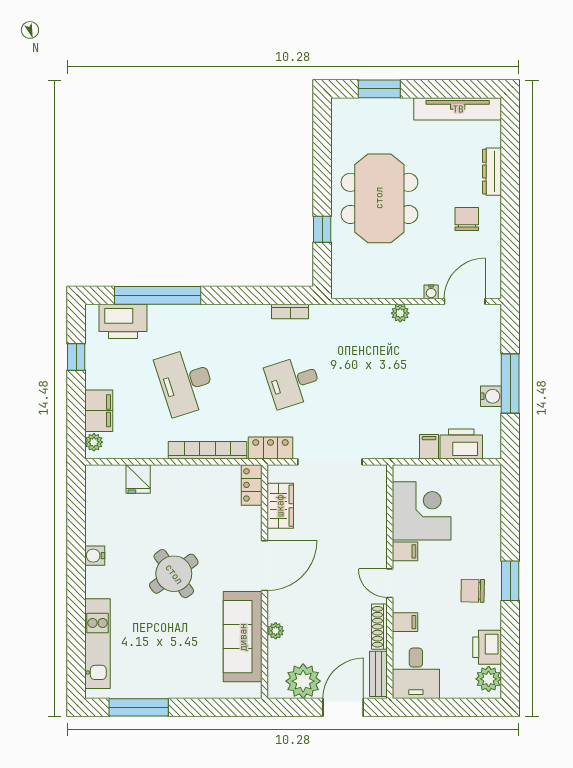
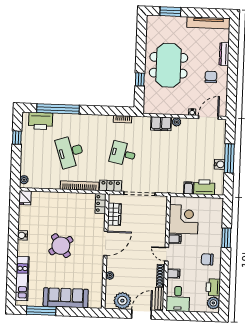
desk: (293, 382) -> (123, 154), turned 30
filing cabinet: (99, 411) -> (161, 124), moved, turned 90
fridge: (138, 479) -> (25, 198), moved
window: (510, 581) -> (226, 238), moved
sofa: (243, 637) -> (66, 298), moved, turned 90

